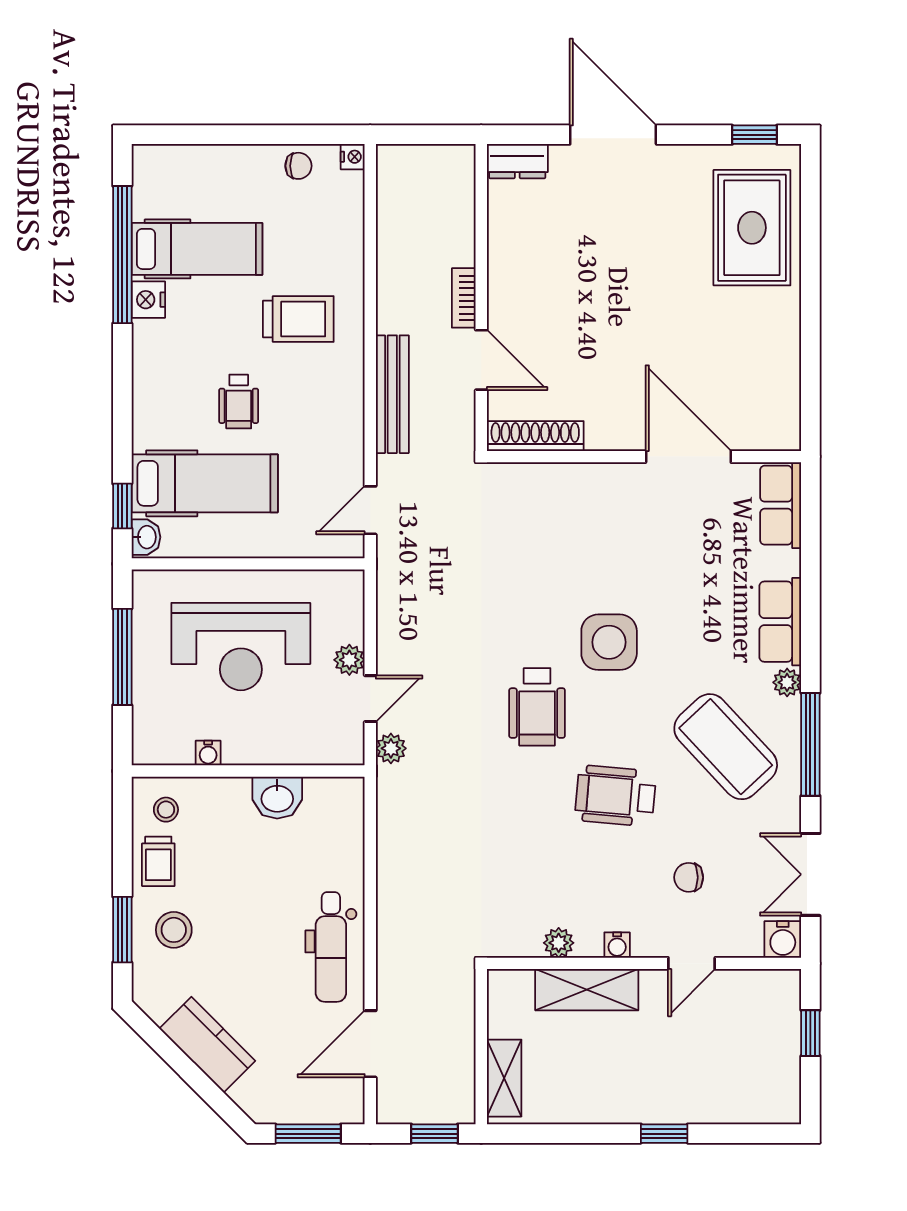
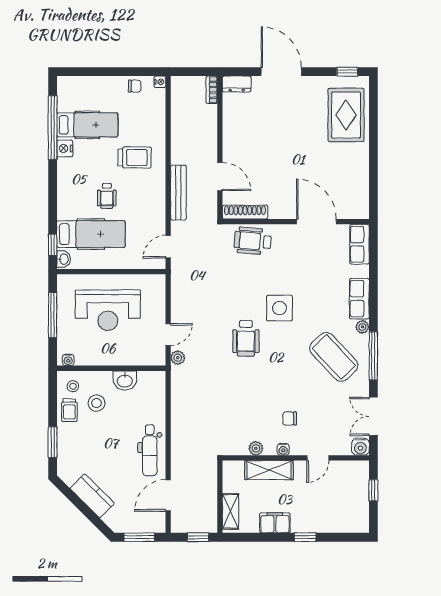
bookcase: (464, 298) -> (212, 90), moved
plant: (349, 660) -> (158, 316), removed
water cooler: (208, 753) -> (68, 360), moved
wheelchair: (615, 796) -> (253, 241), moved
chair: (689, 877) -> (290, 418), moved
stool: (174, 930) -> (97, 403), moved
filing cabinet: (599, 1103) -> (275, 523), added

